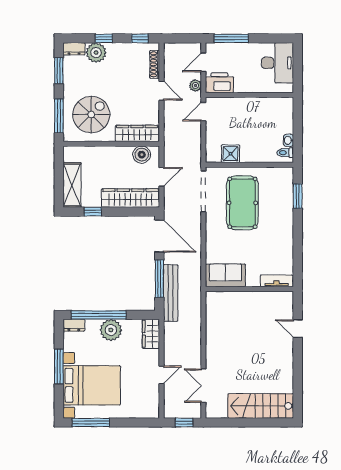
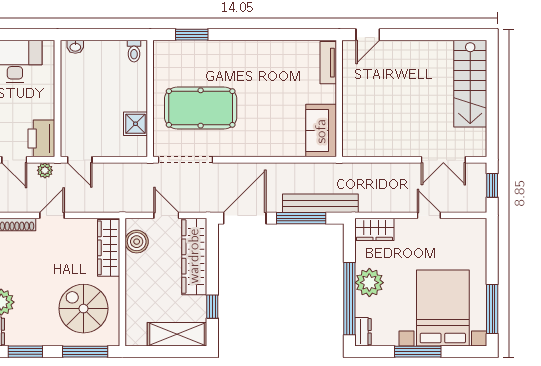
washbasin: (289, 140) -> (75, 47), moved
sofa: (225, 275) -> (321, 131), moved
tv unit: (277, 281) -> (328, 63), moved
wall: (249, 289) -> (339, 99), moved

